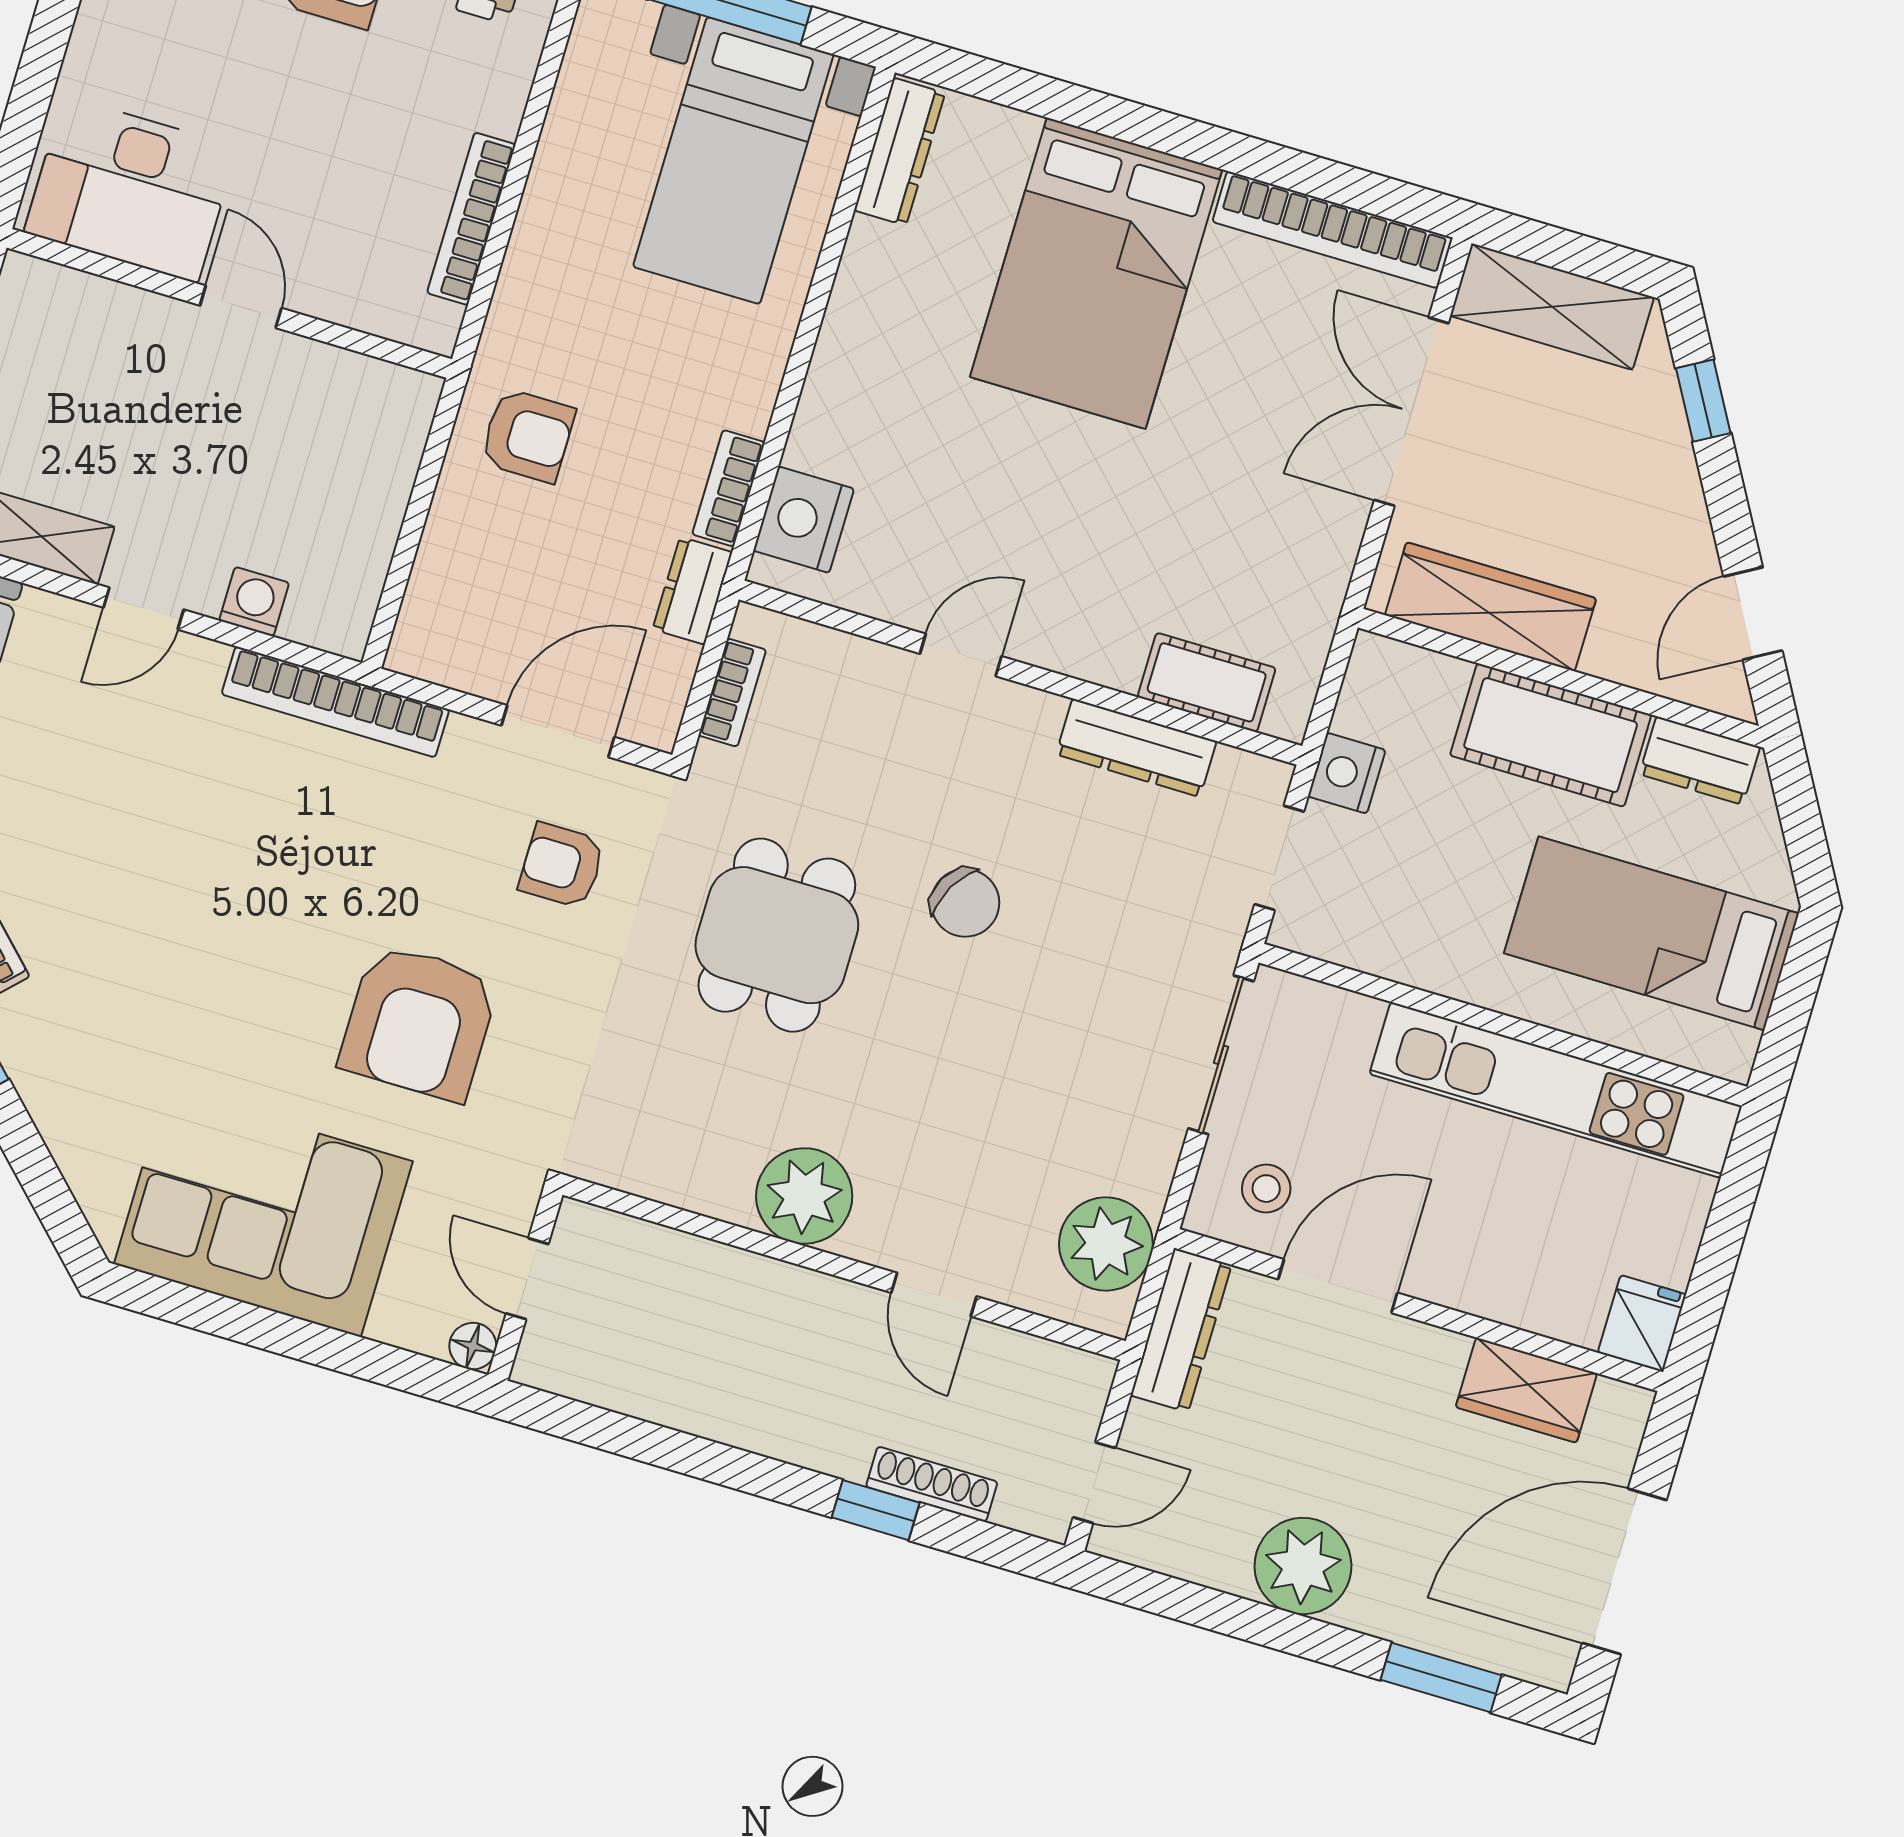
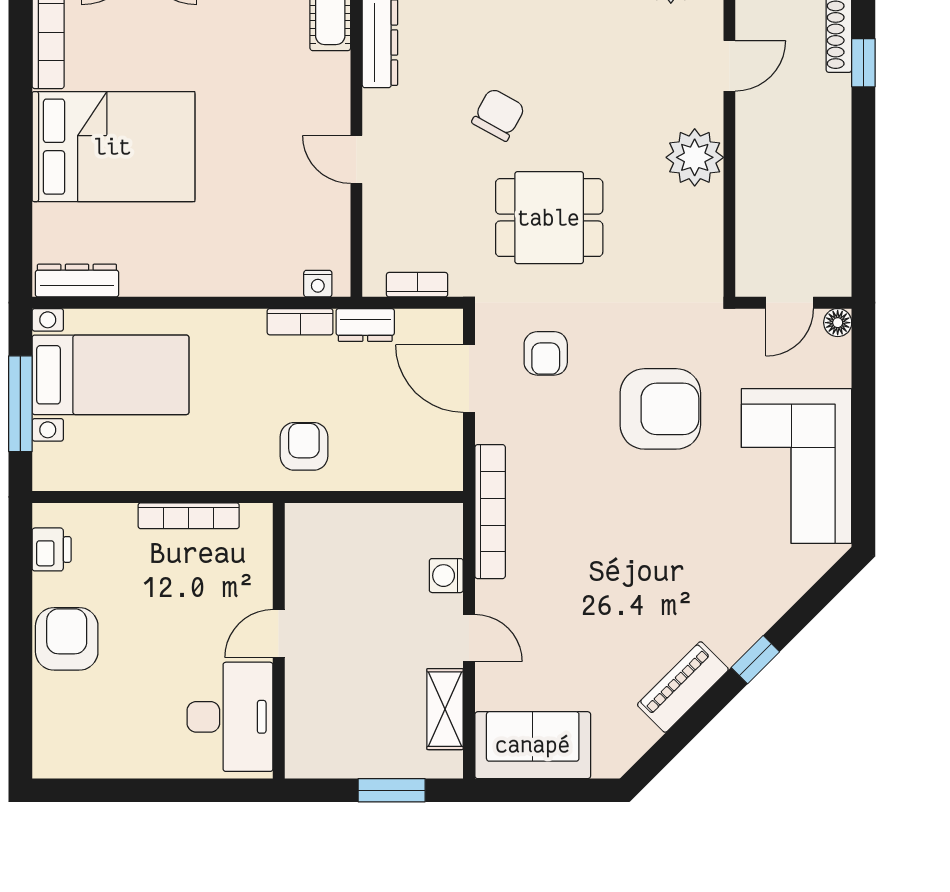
nightstand: (804, 520) -> (318, 284), width x0.53, depth x0.56

